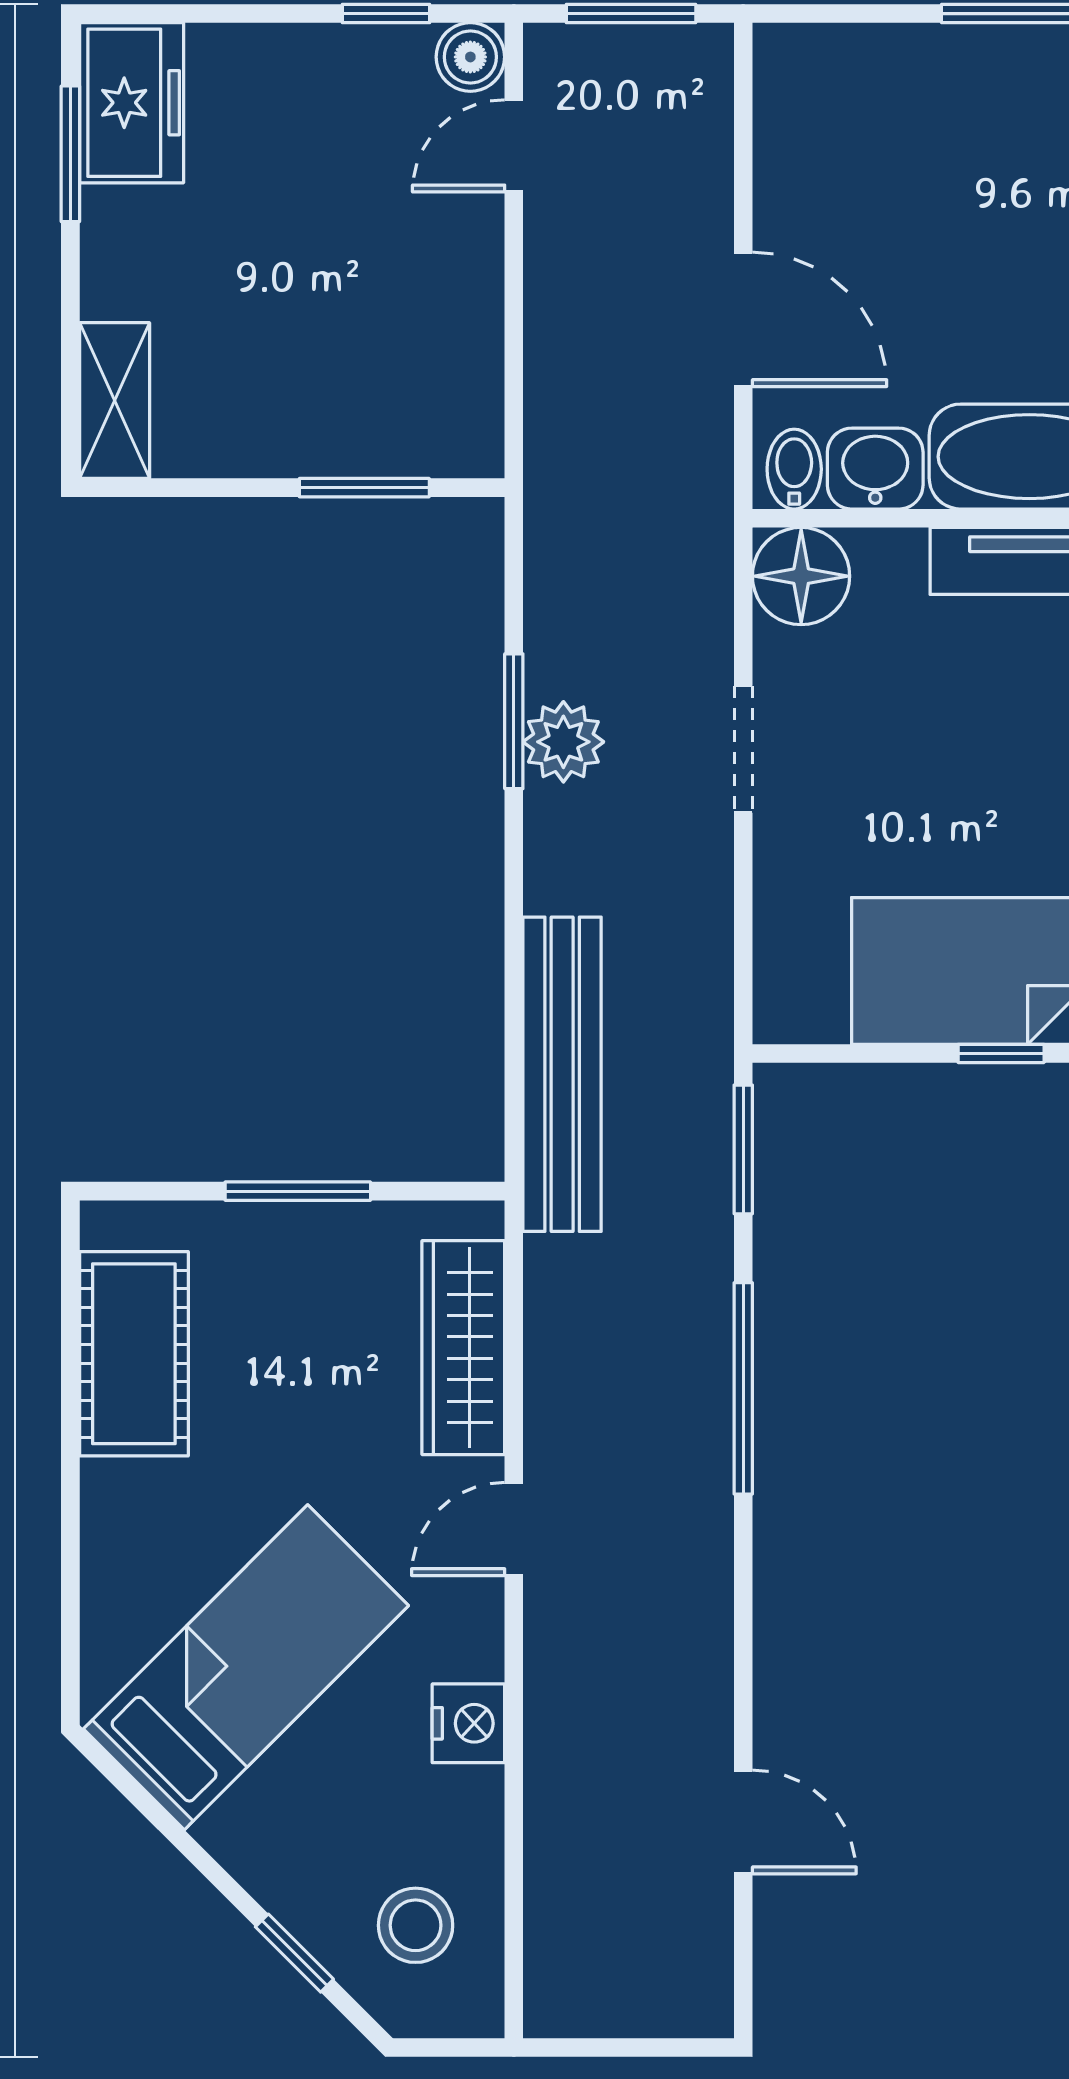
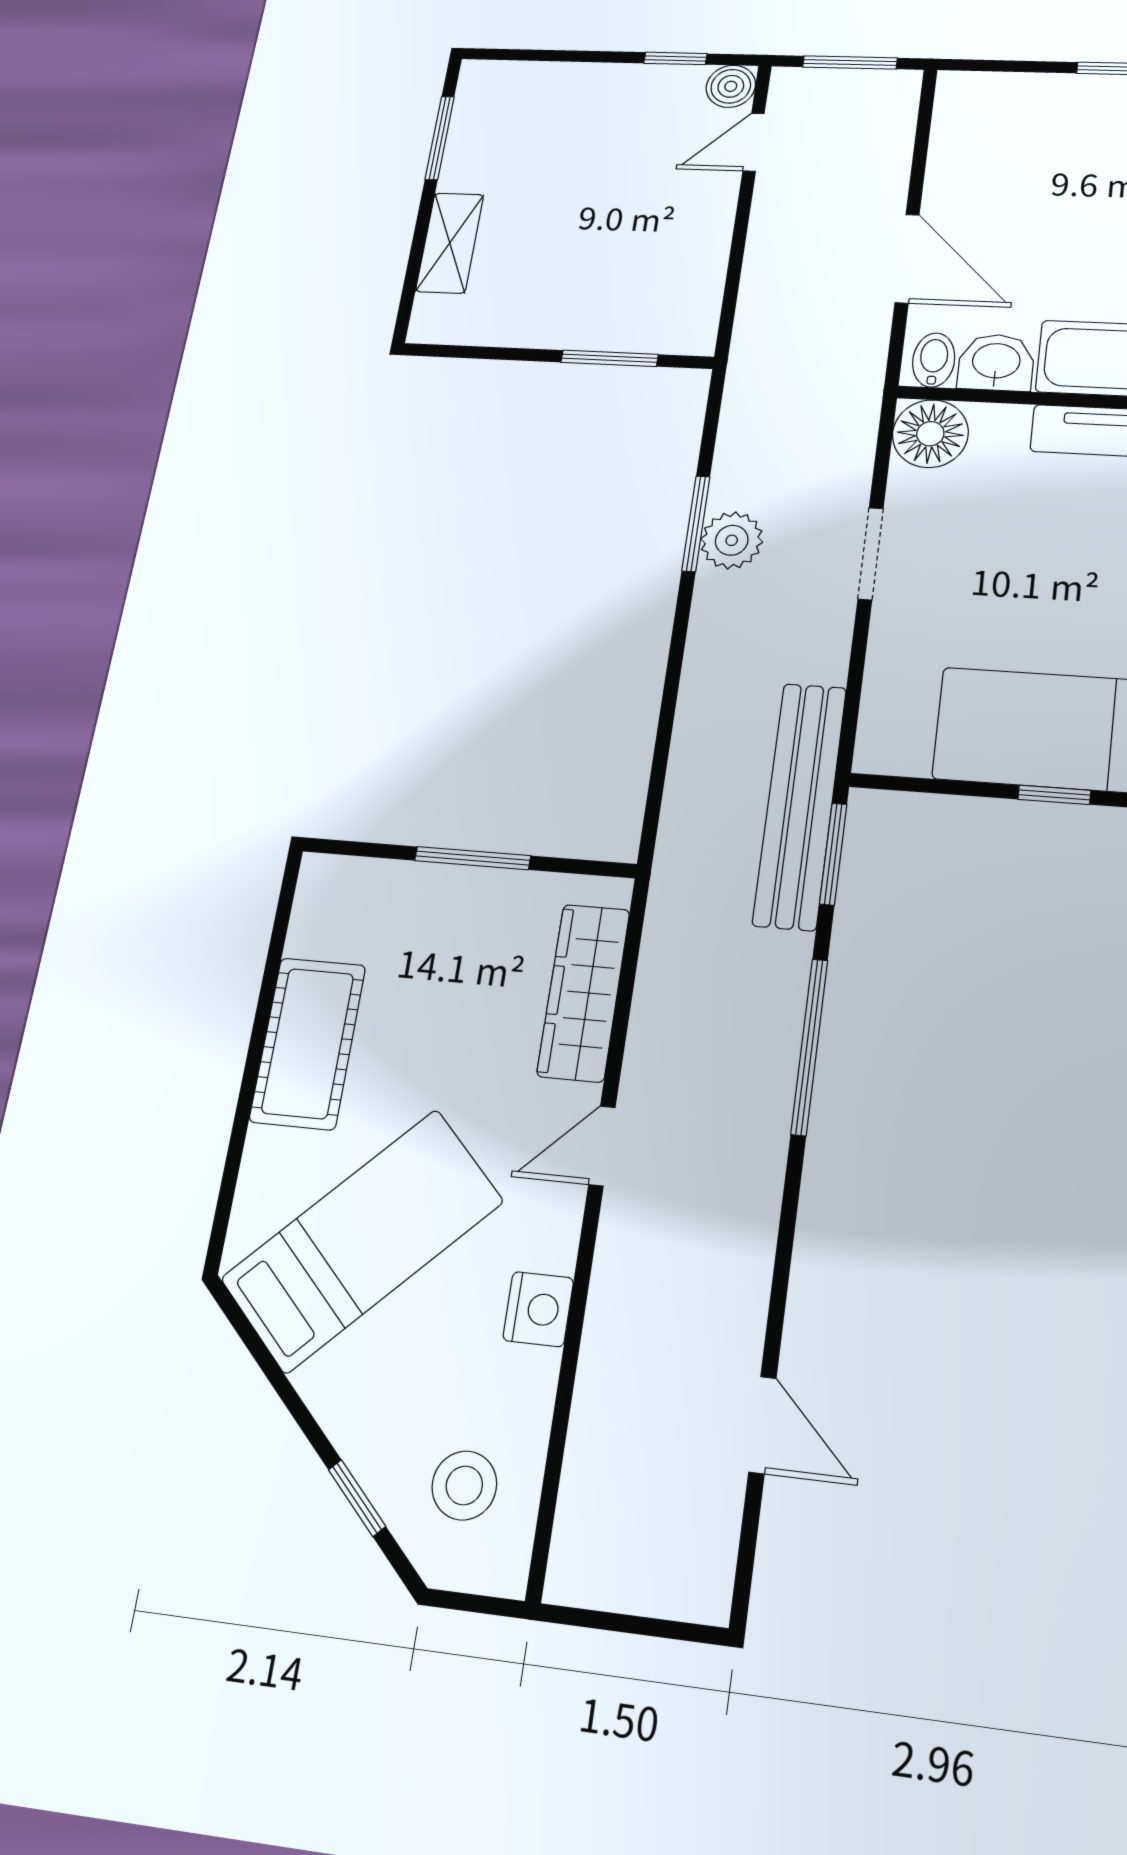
freezer: (132, 103) -> (488, 108), removed
shelving: (115, 401) -> (450, 243), moved
bench: (562, 1074) -> (800, 805), moved
cot: (134, 1354) -> (308, 1043), moved

